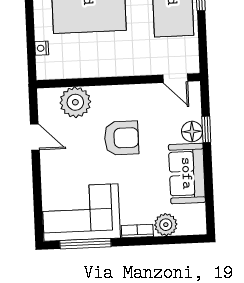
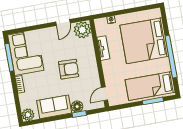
tv unit: (91, 69) -> (103, 48), added
plant: (75, 102) -> (82, 30), moved
armchair: (122, 138) -> (69, 69), turned -88
plant: (166, 225) -> (28, 115), moved

